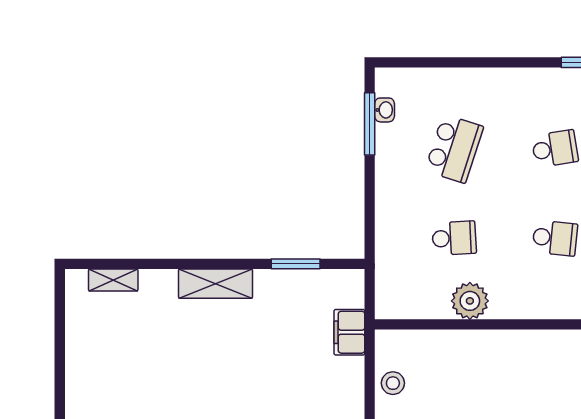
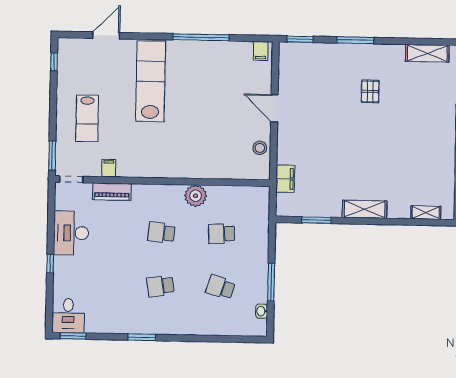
window: (370, 124) -> (271, 282), moved
school desk: (454, 149) -> (221, 287), width x0.54
plant: (470, 301) -> (196, 196), moved

